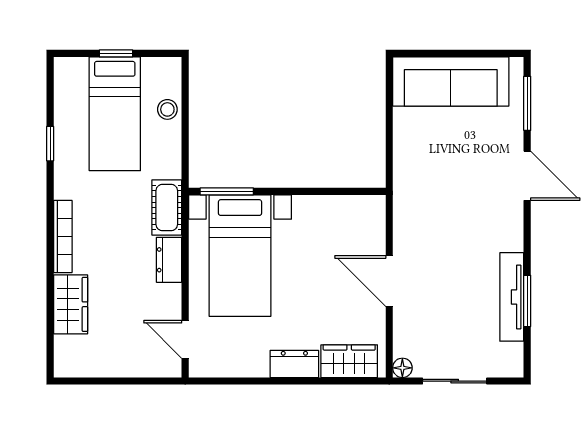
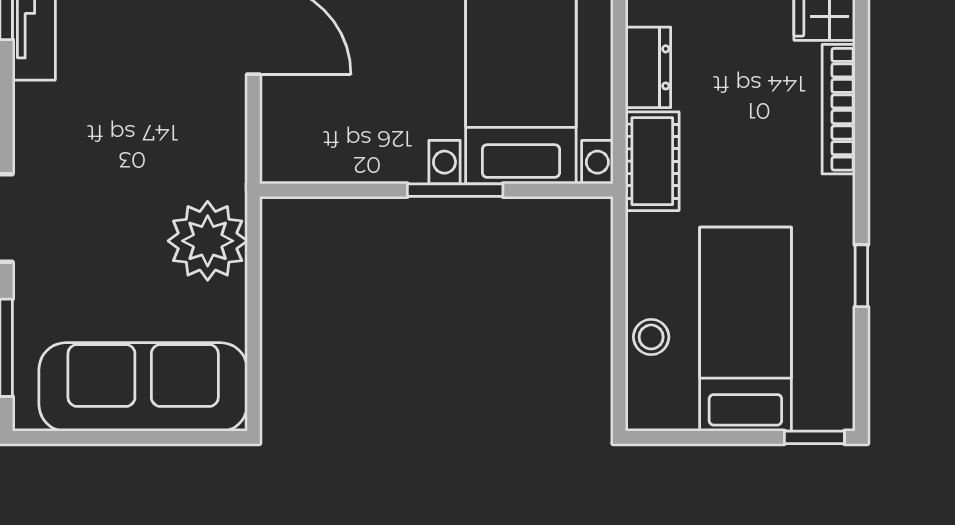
window: (116, 53) -> (814, 437), moved
plant: (415, 163) -> (208, 241), added
window: (227, 191) -> (455, 190), moved

